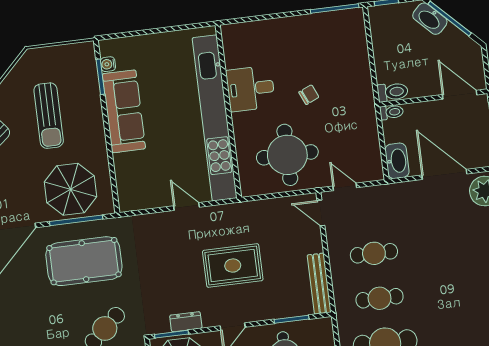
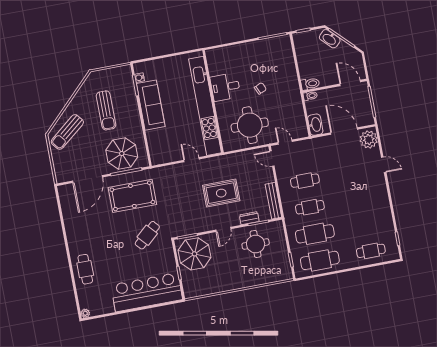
dresser: (186, 322) -> (249, 218), moved

